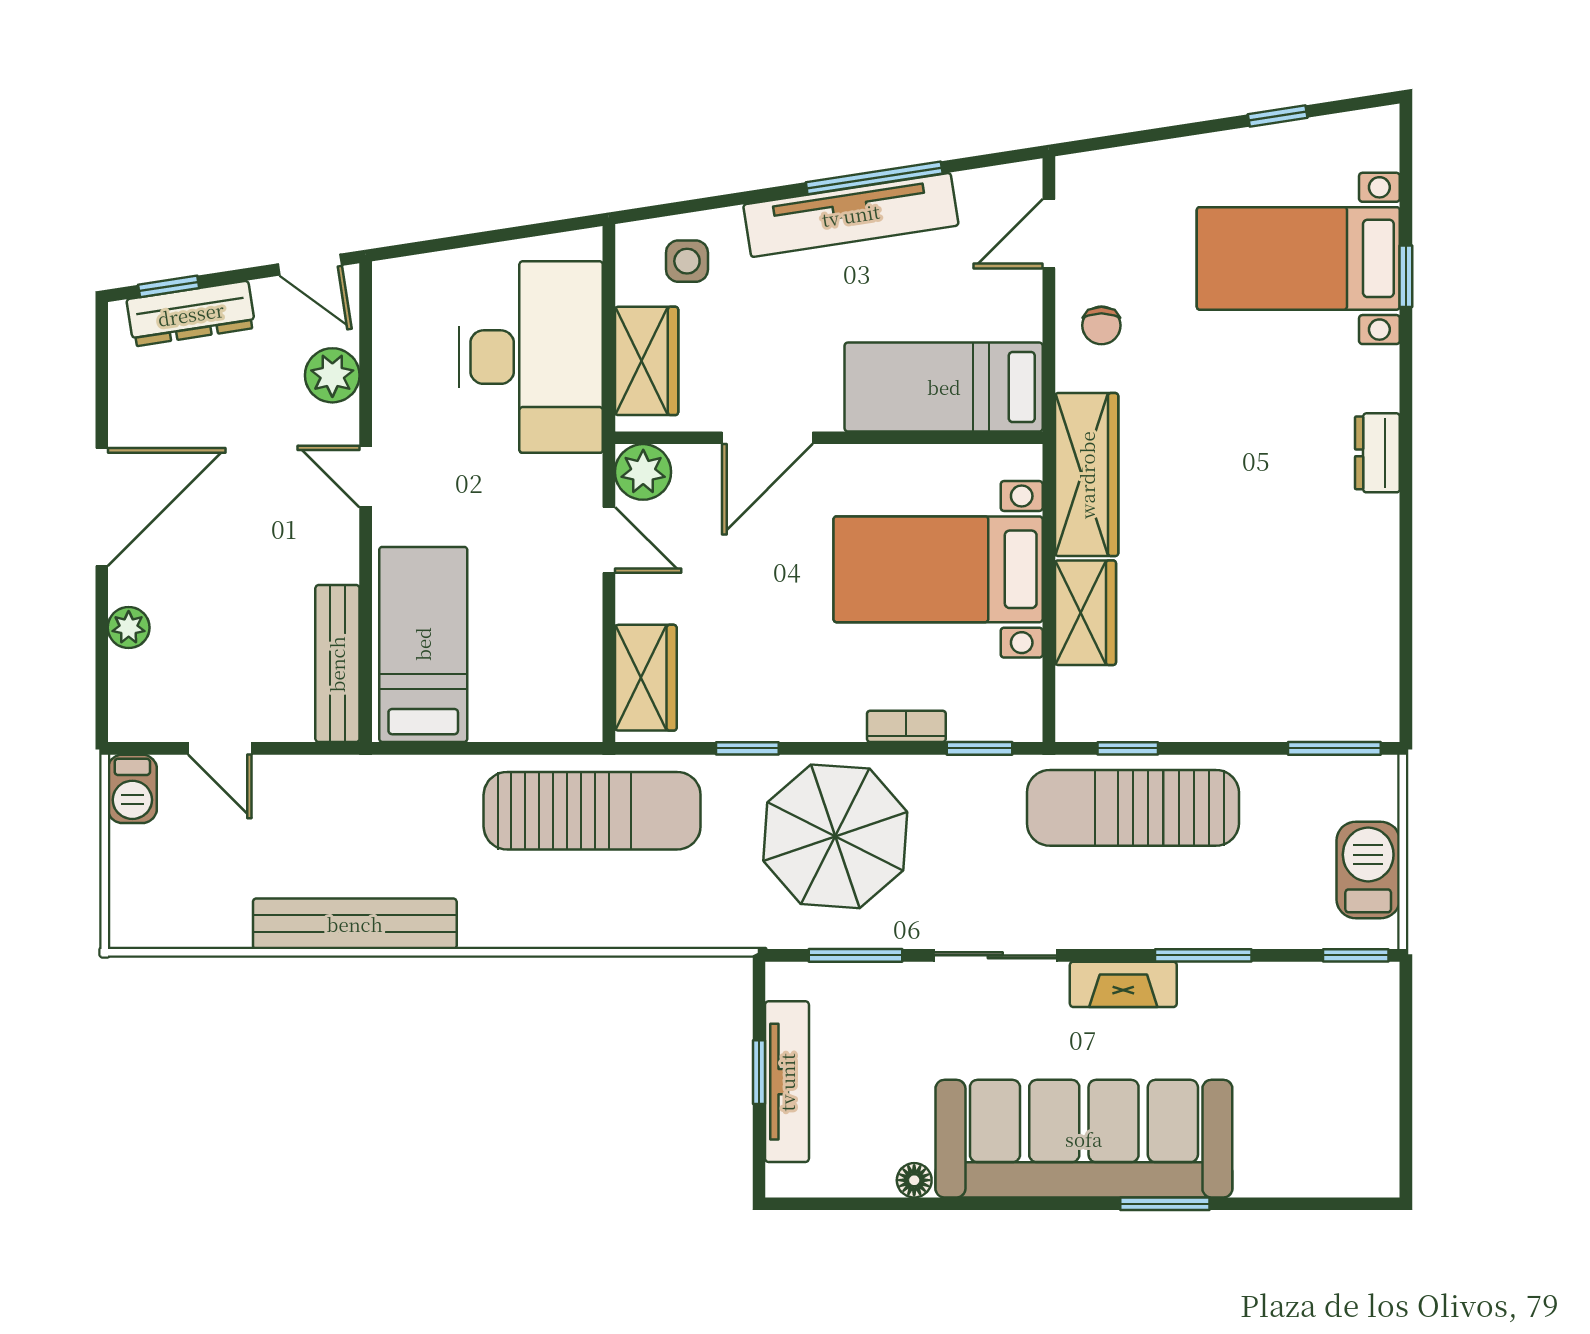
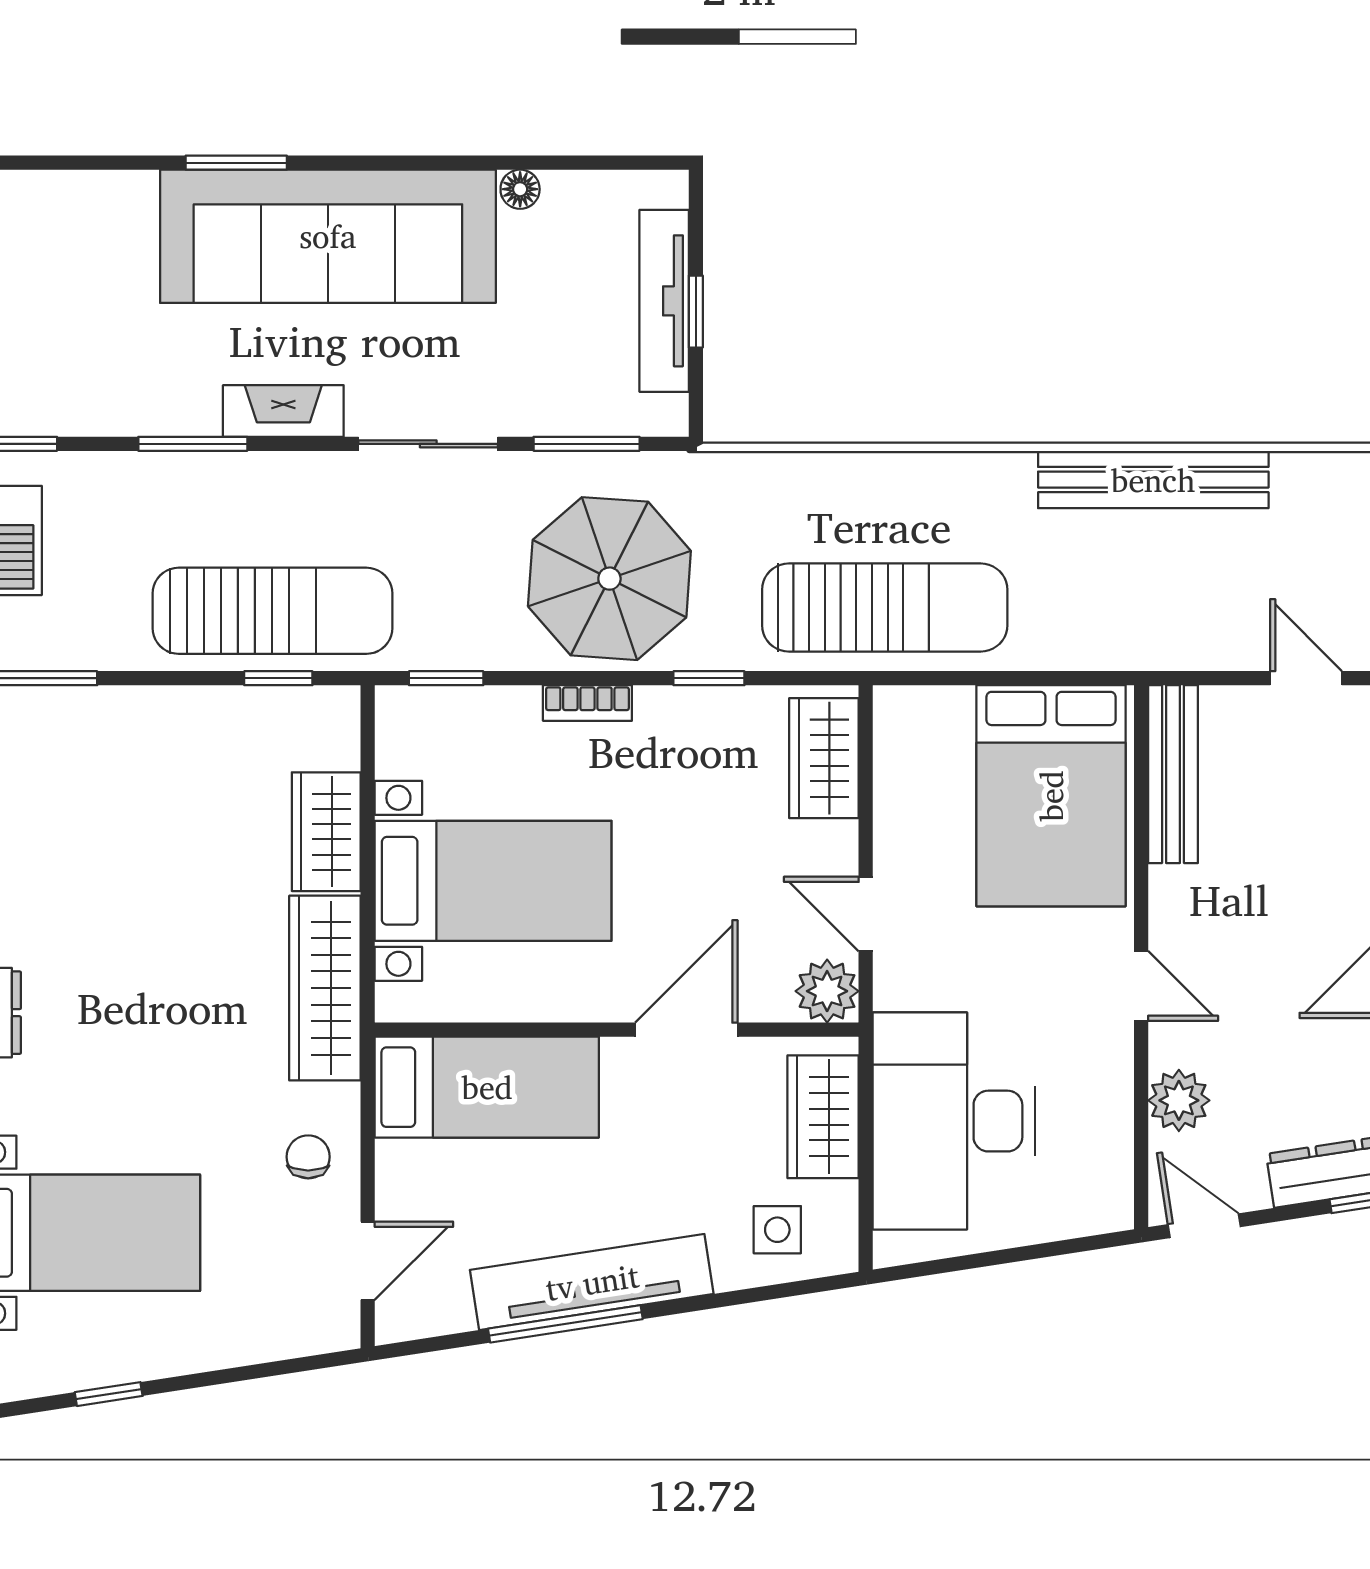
bed: (423, 644) -> (1051, 796), width x1.50
bookcase: (906, 726) -> (587, 703), moved
sun lounger: (592, 811) -> (885, 608), turned 180

